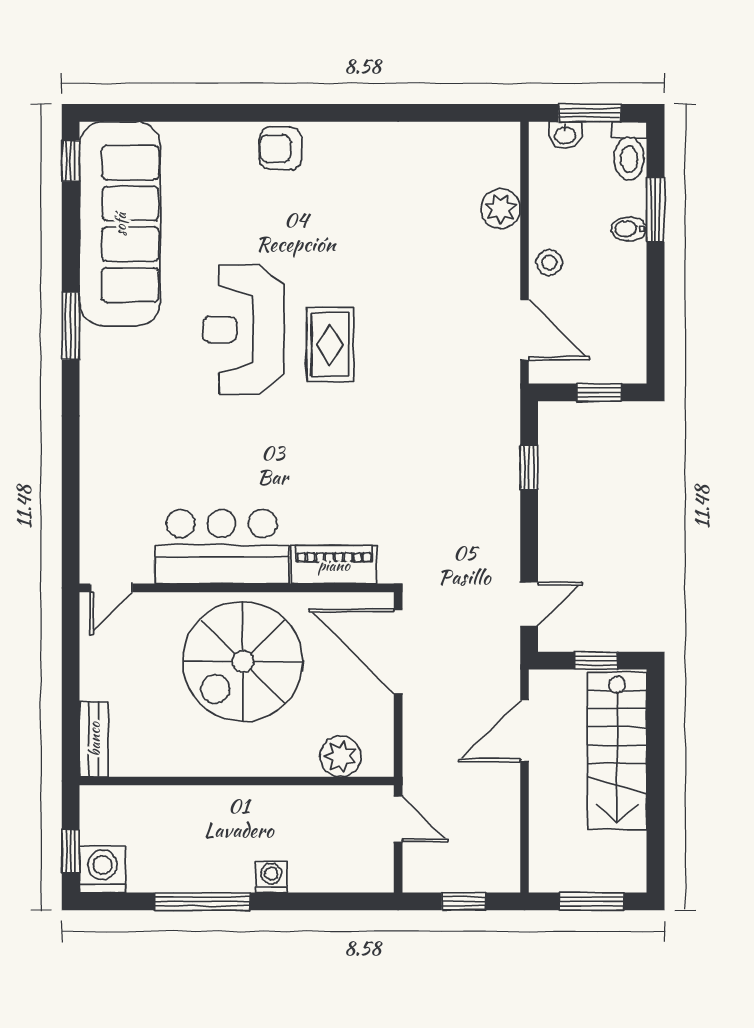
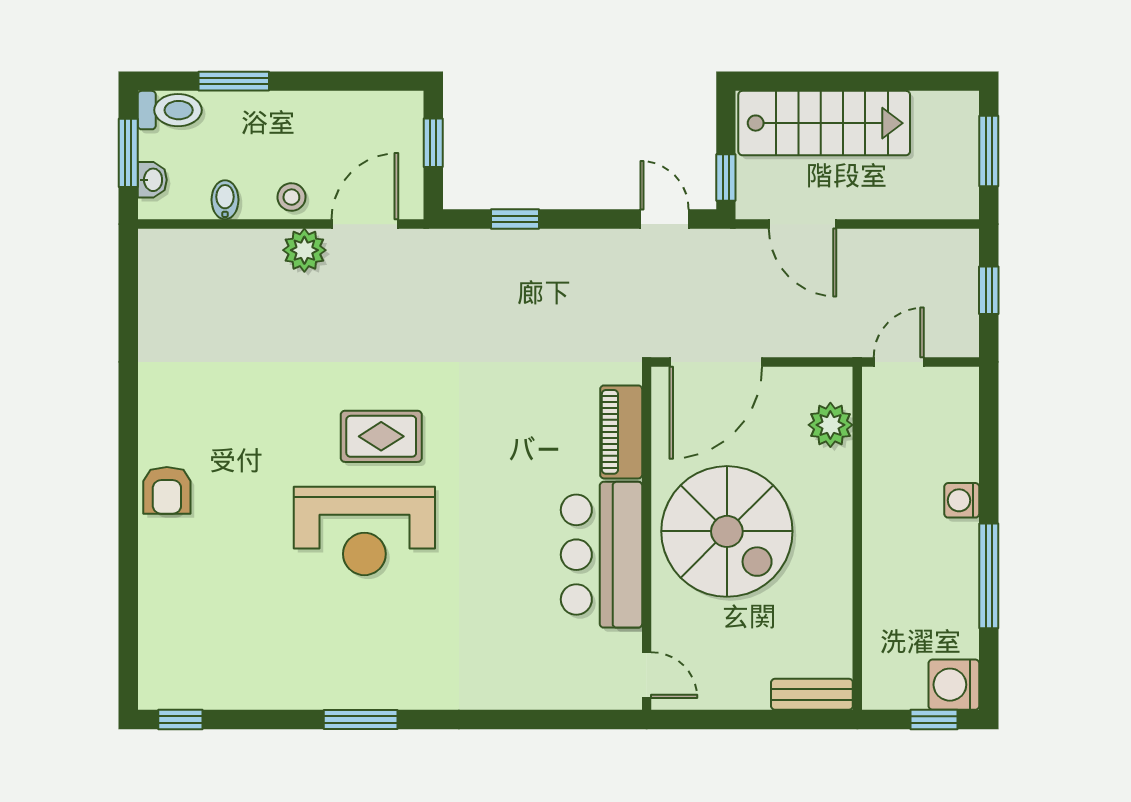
plant: (501, 209) -> (304, 250), moved
sofa: (120, 224) -> (249, 666), removed
bidet: (629, 229) -> (225, 200), moved, turned 180
window: (596, 661) -> (726, 178), moved

